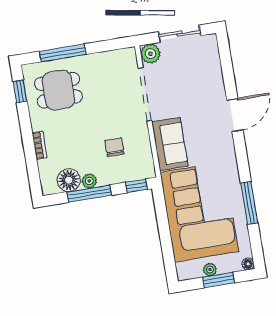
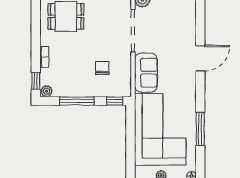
window: (20, 91) -> (36, 81), moved
floor lamp: (69, 180) -> (62, 88), removed
plant: (89, 181) -> (47, 91), moved

